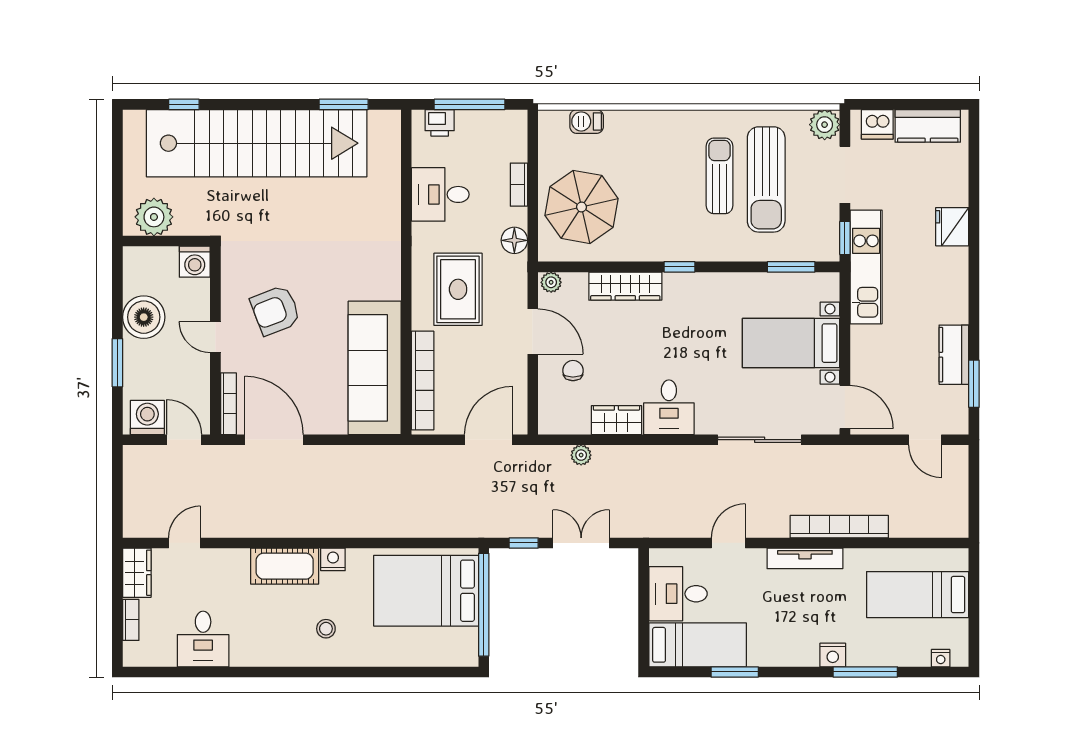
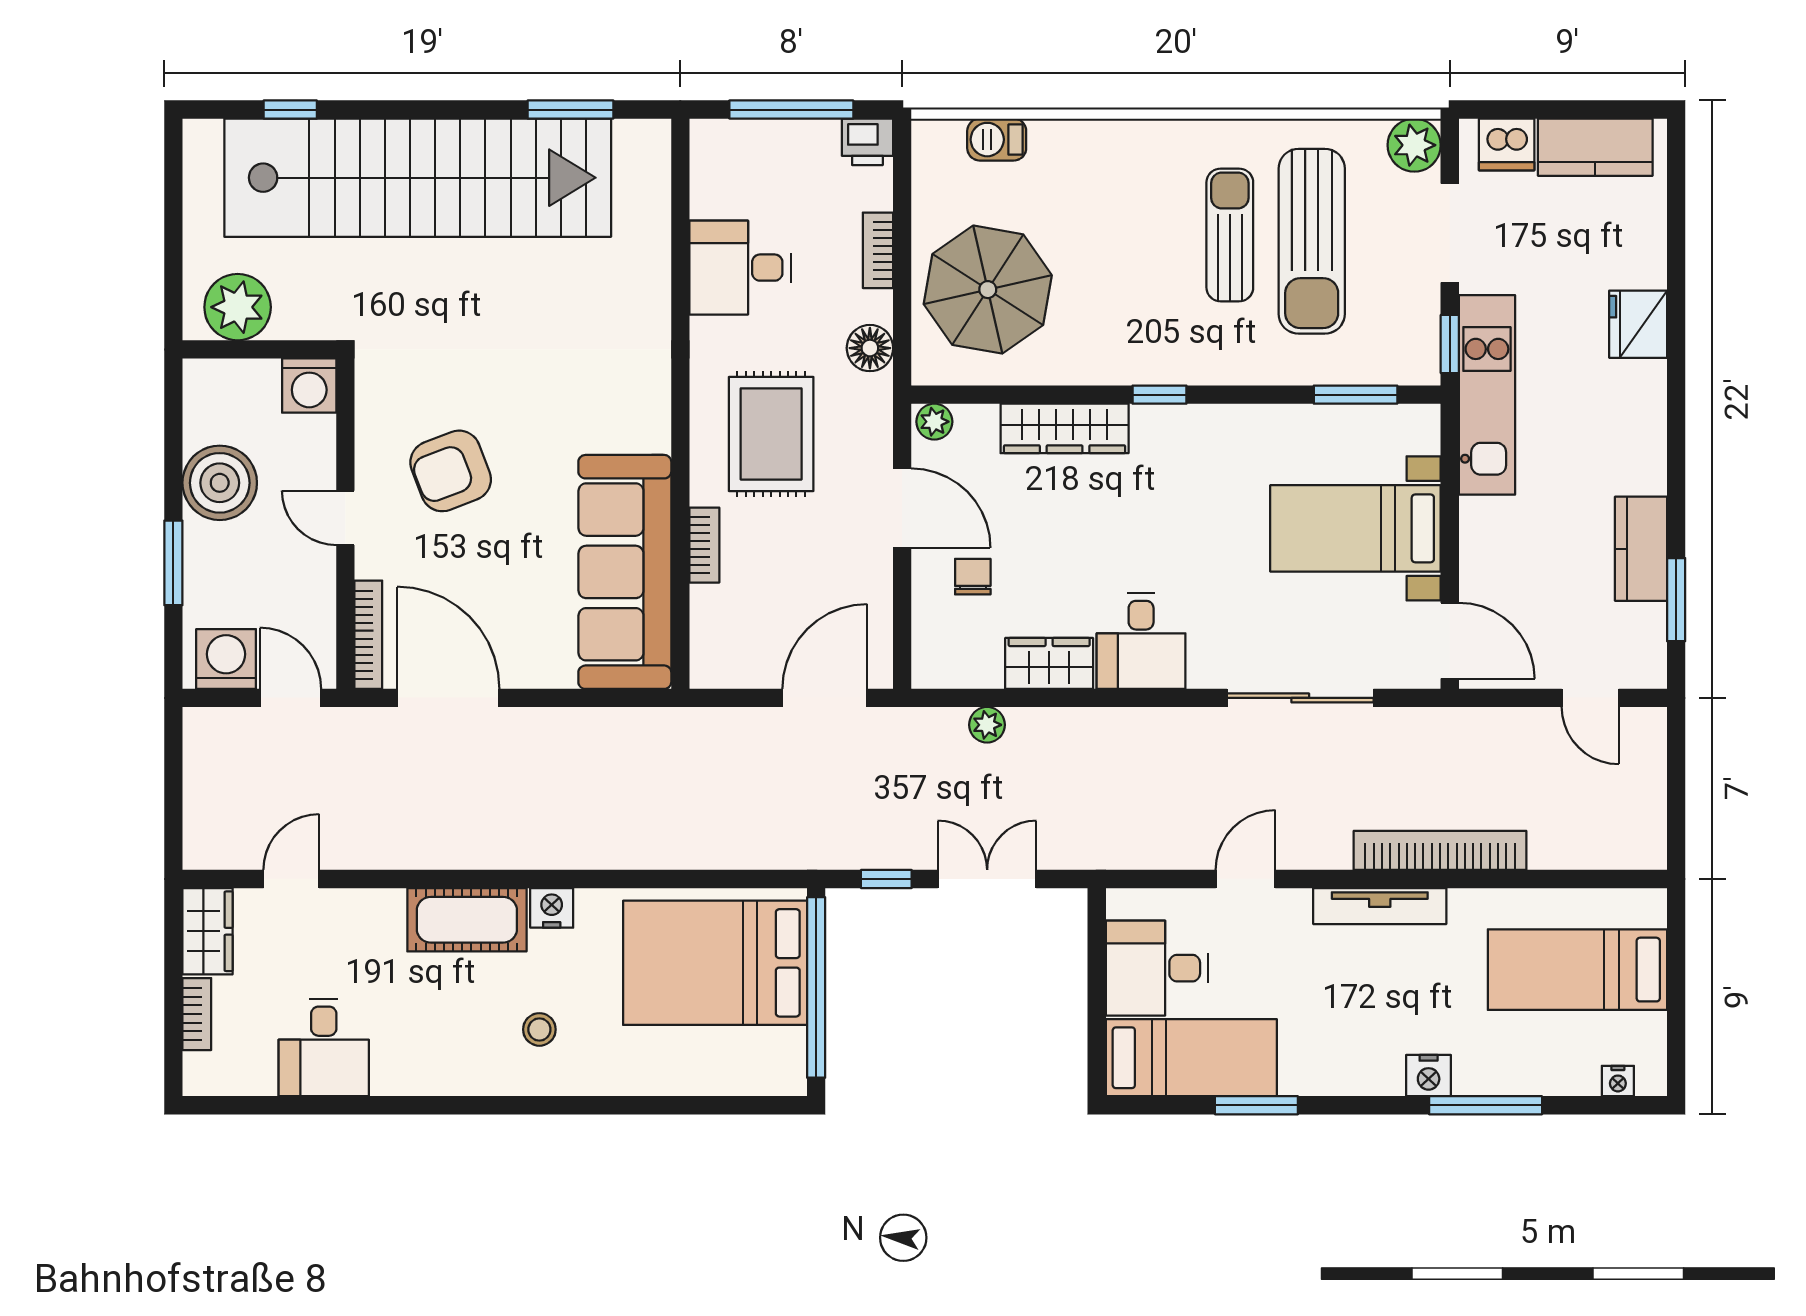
printer: (440, 123) -> (867, 142), moved
bookcase: (423, 381) -> (704, 545), width x0.43, depth x0.76

